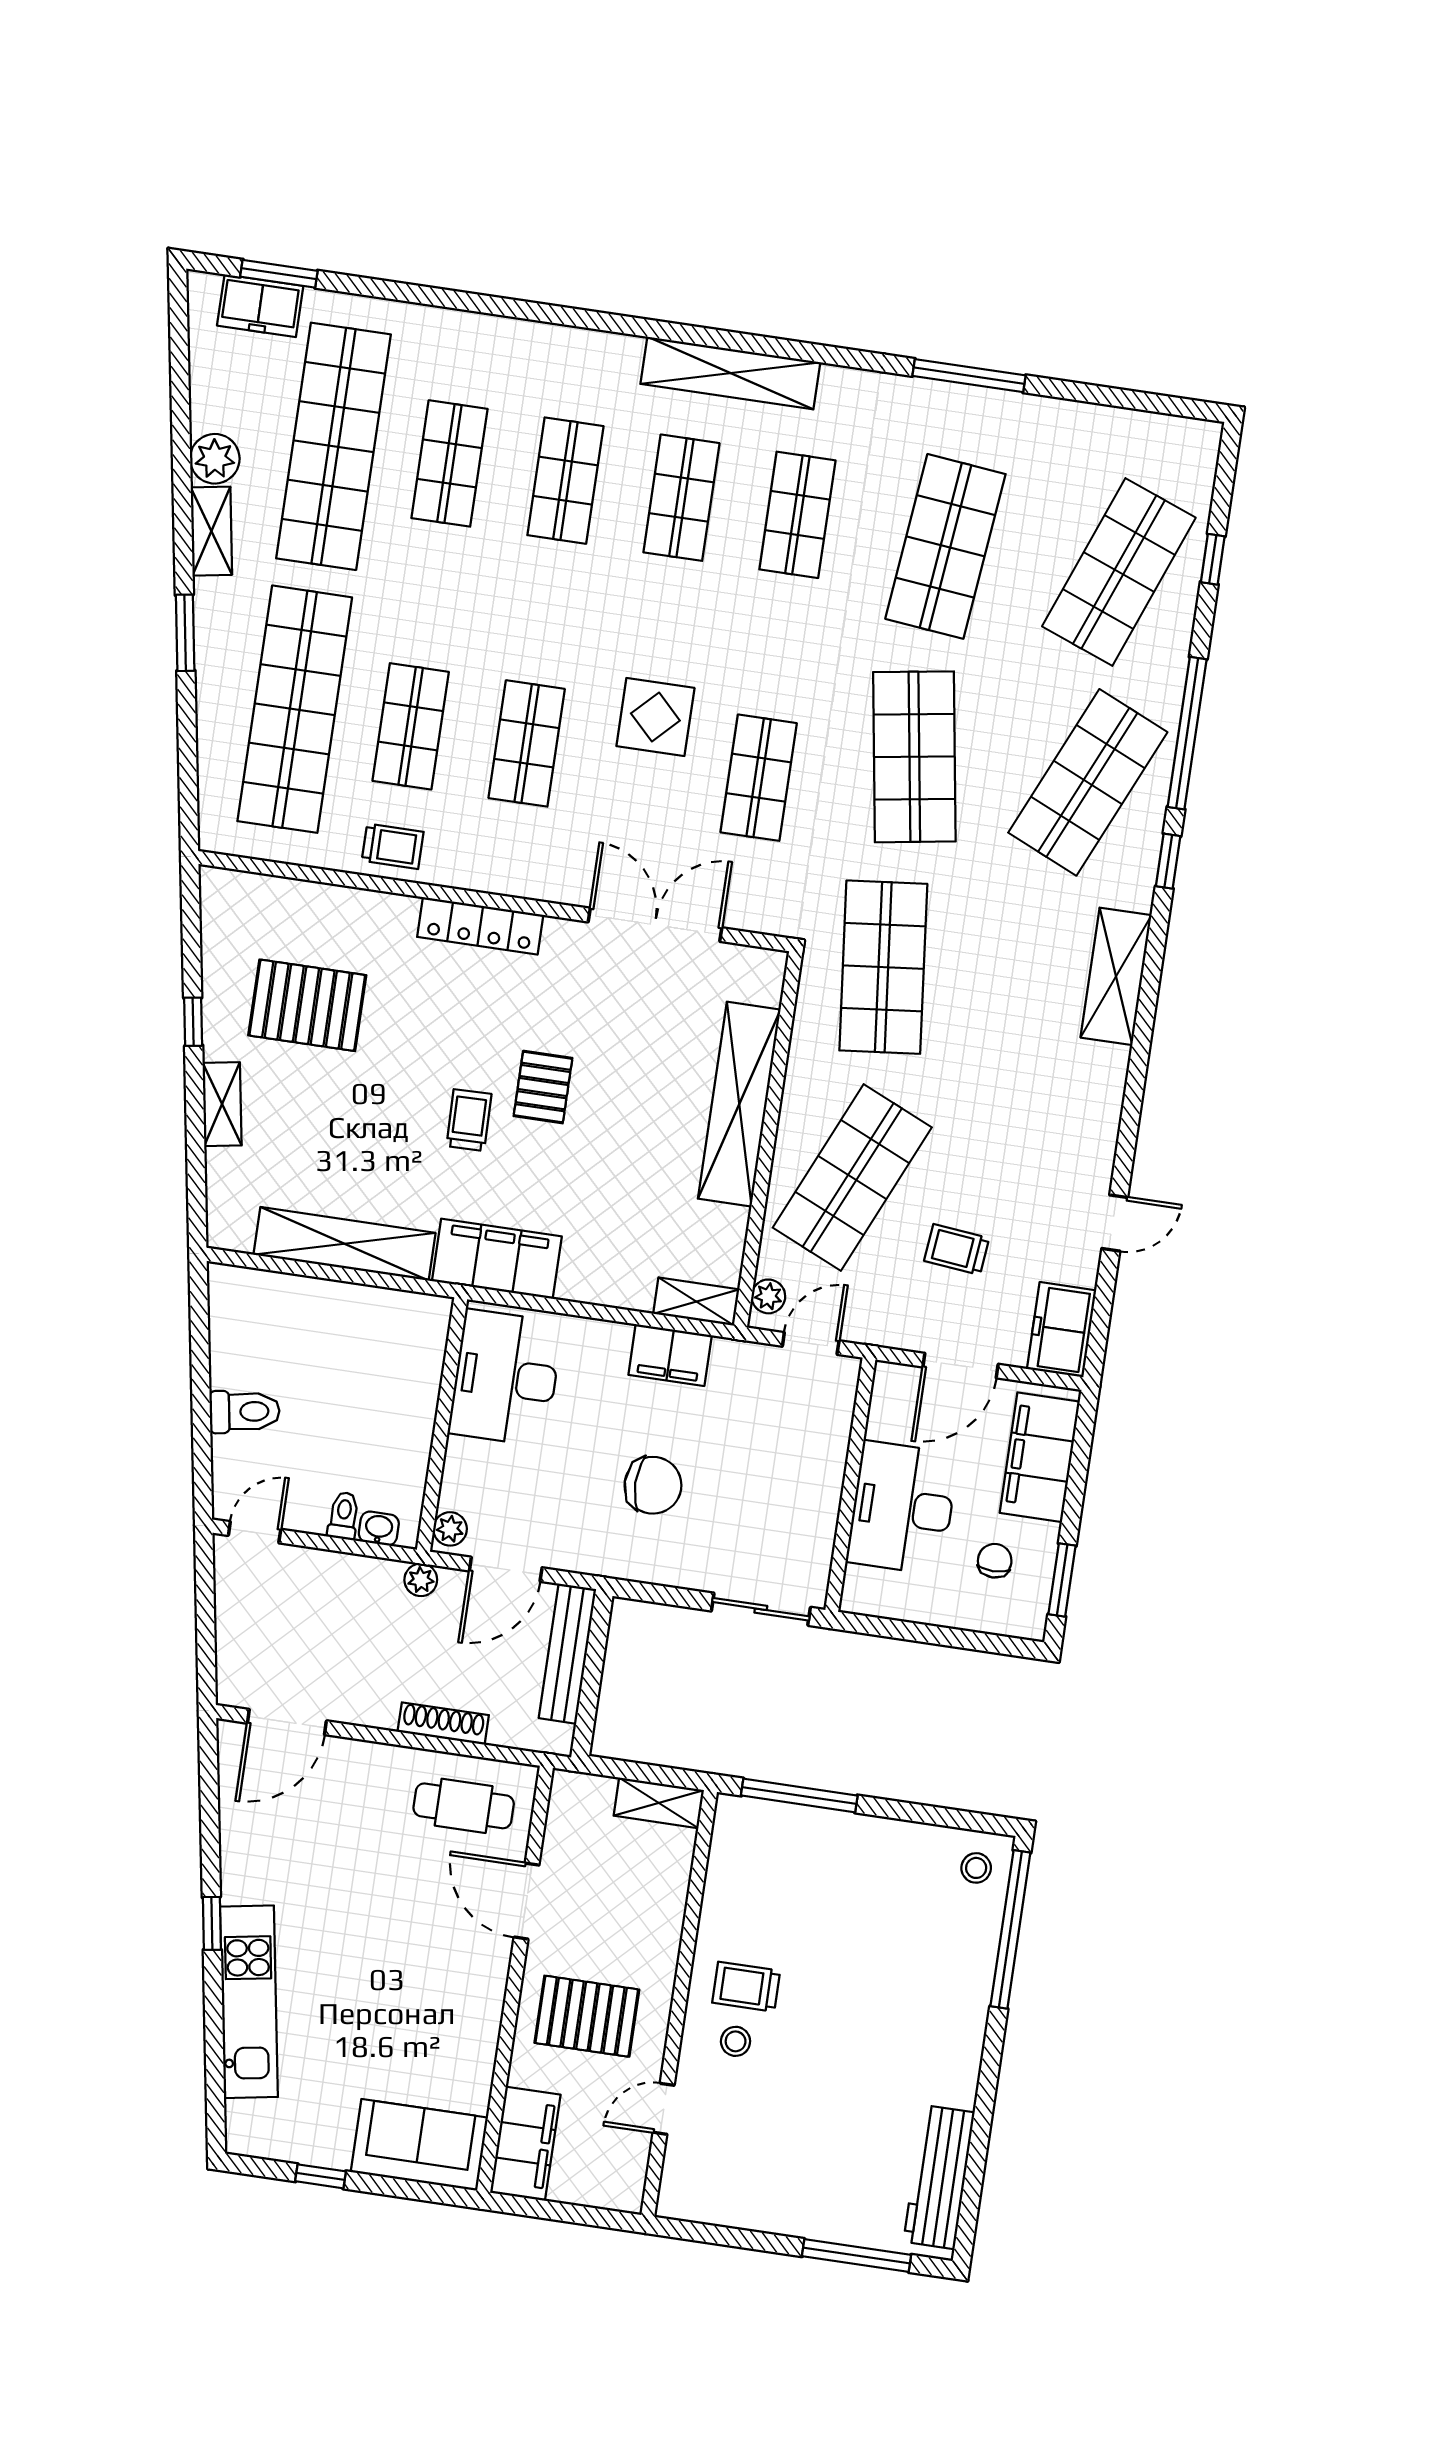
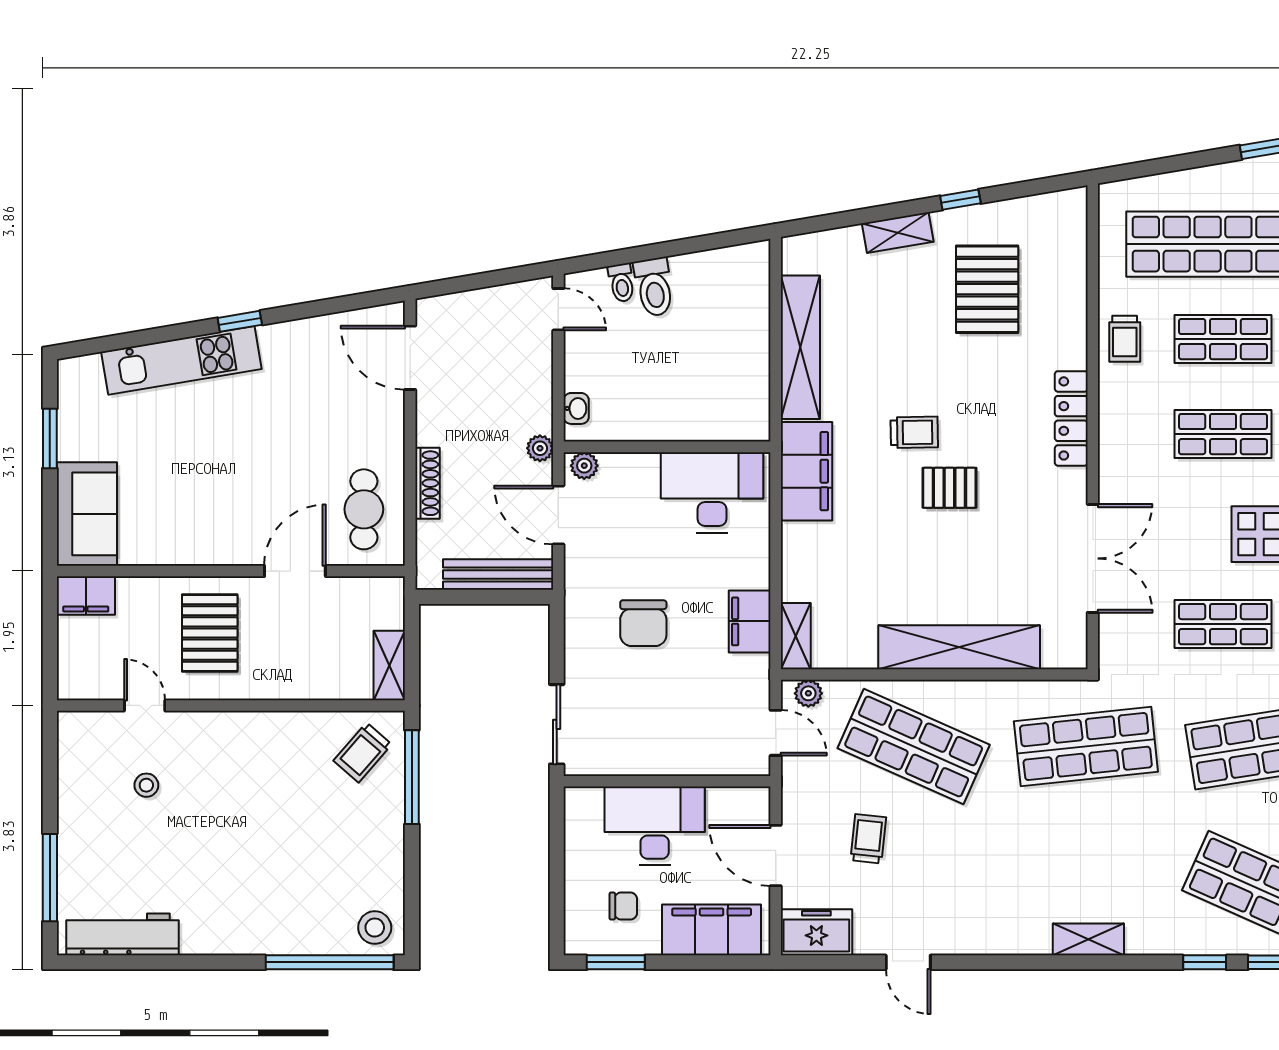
shelving: (1116, 976) -> (1088, 939), width x0.67, depth x0.75
toilet: (344, 1516) -> (621, 283), moved, turned 80
stool: (976, 1868) -> (375, 928), width x1.37, depth x1.37
trolley: (746, 1987) -> (363, 753), moved, turned -139
stool: (736, 2041) -> (146, 785), moved
filing cabinet: (525, 2144) -> (86, 596), width x0.67, depth x0.86
window: (320, 2176) -> (50, 438), width x1.50

